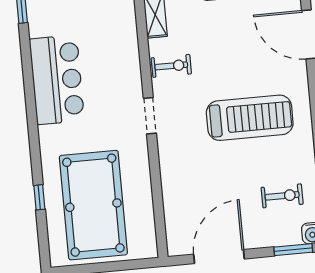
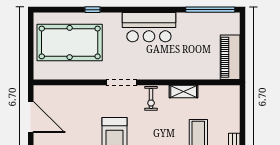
doorway: (150, 116) -> (121, 82), width x1.38
window: (39, 197) -> (93, 10), moved

